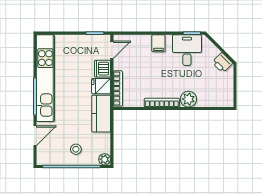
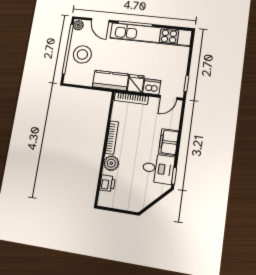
filing cabinet: (158, 43) -> (169, 142), width x2.00
door: (112, 50) -> (168, 97), hinge flipped
printer: (222, 63) -> (107, 183), moved, turned 135
stool: (76, 149) -> (82, 54), width x1.89, depth x1.89
plant: (105, 159) -> (78, 25), moved

